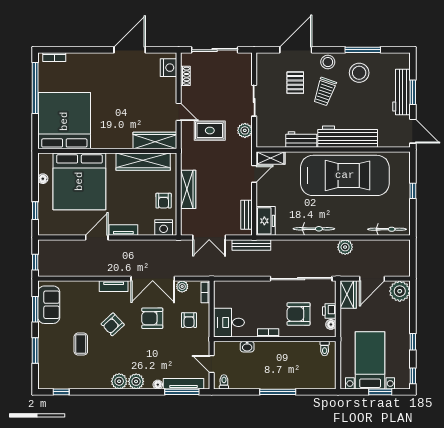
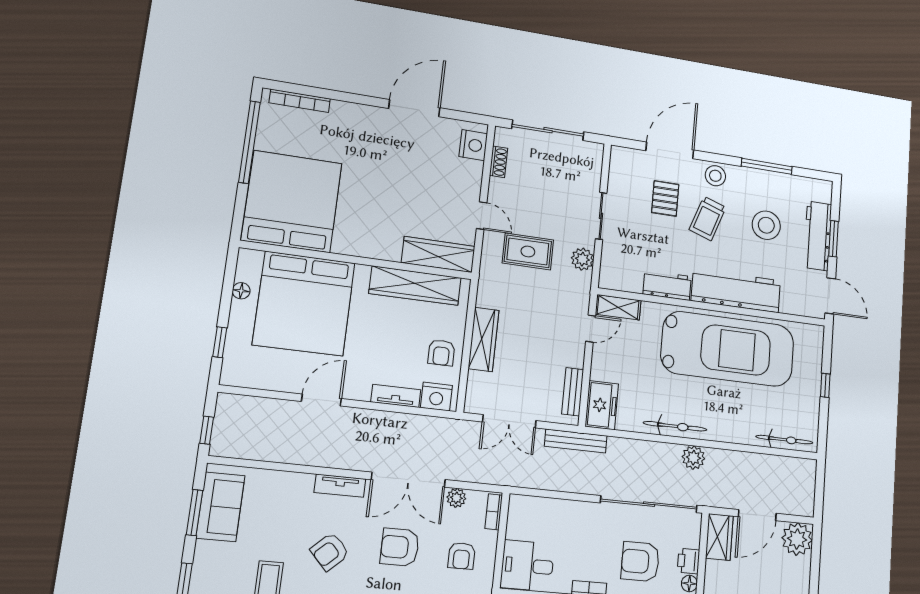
bookcase: (54, 57) -> (300, 101), width x1.56
stool: (359, 73) -> (766, 225), moved
tv unit: (123, 230) -> (396, 396), moved
plant: (345, 247) -> (693, 458), moved

